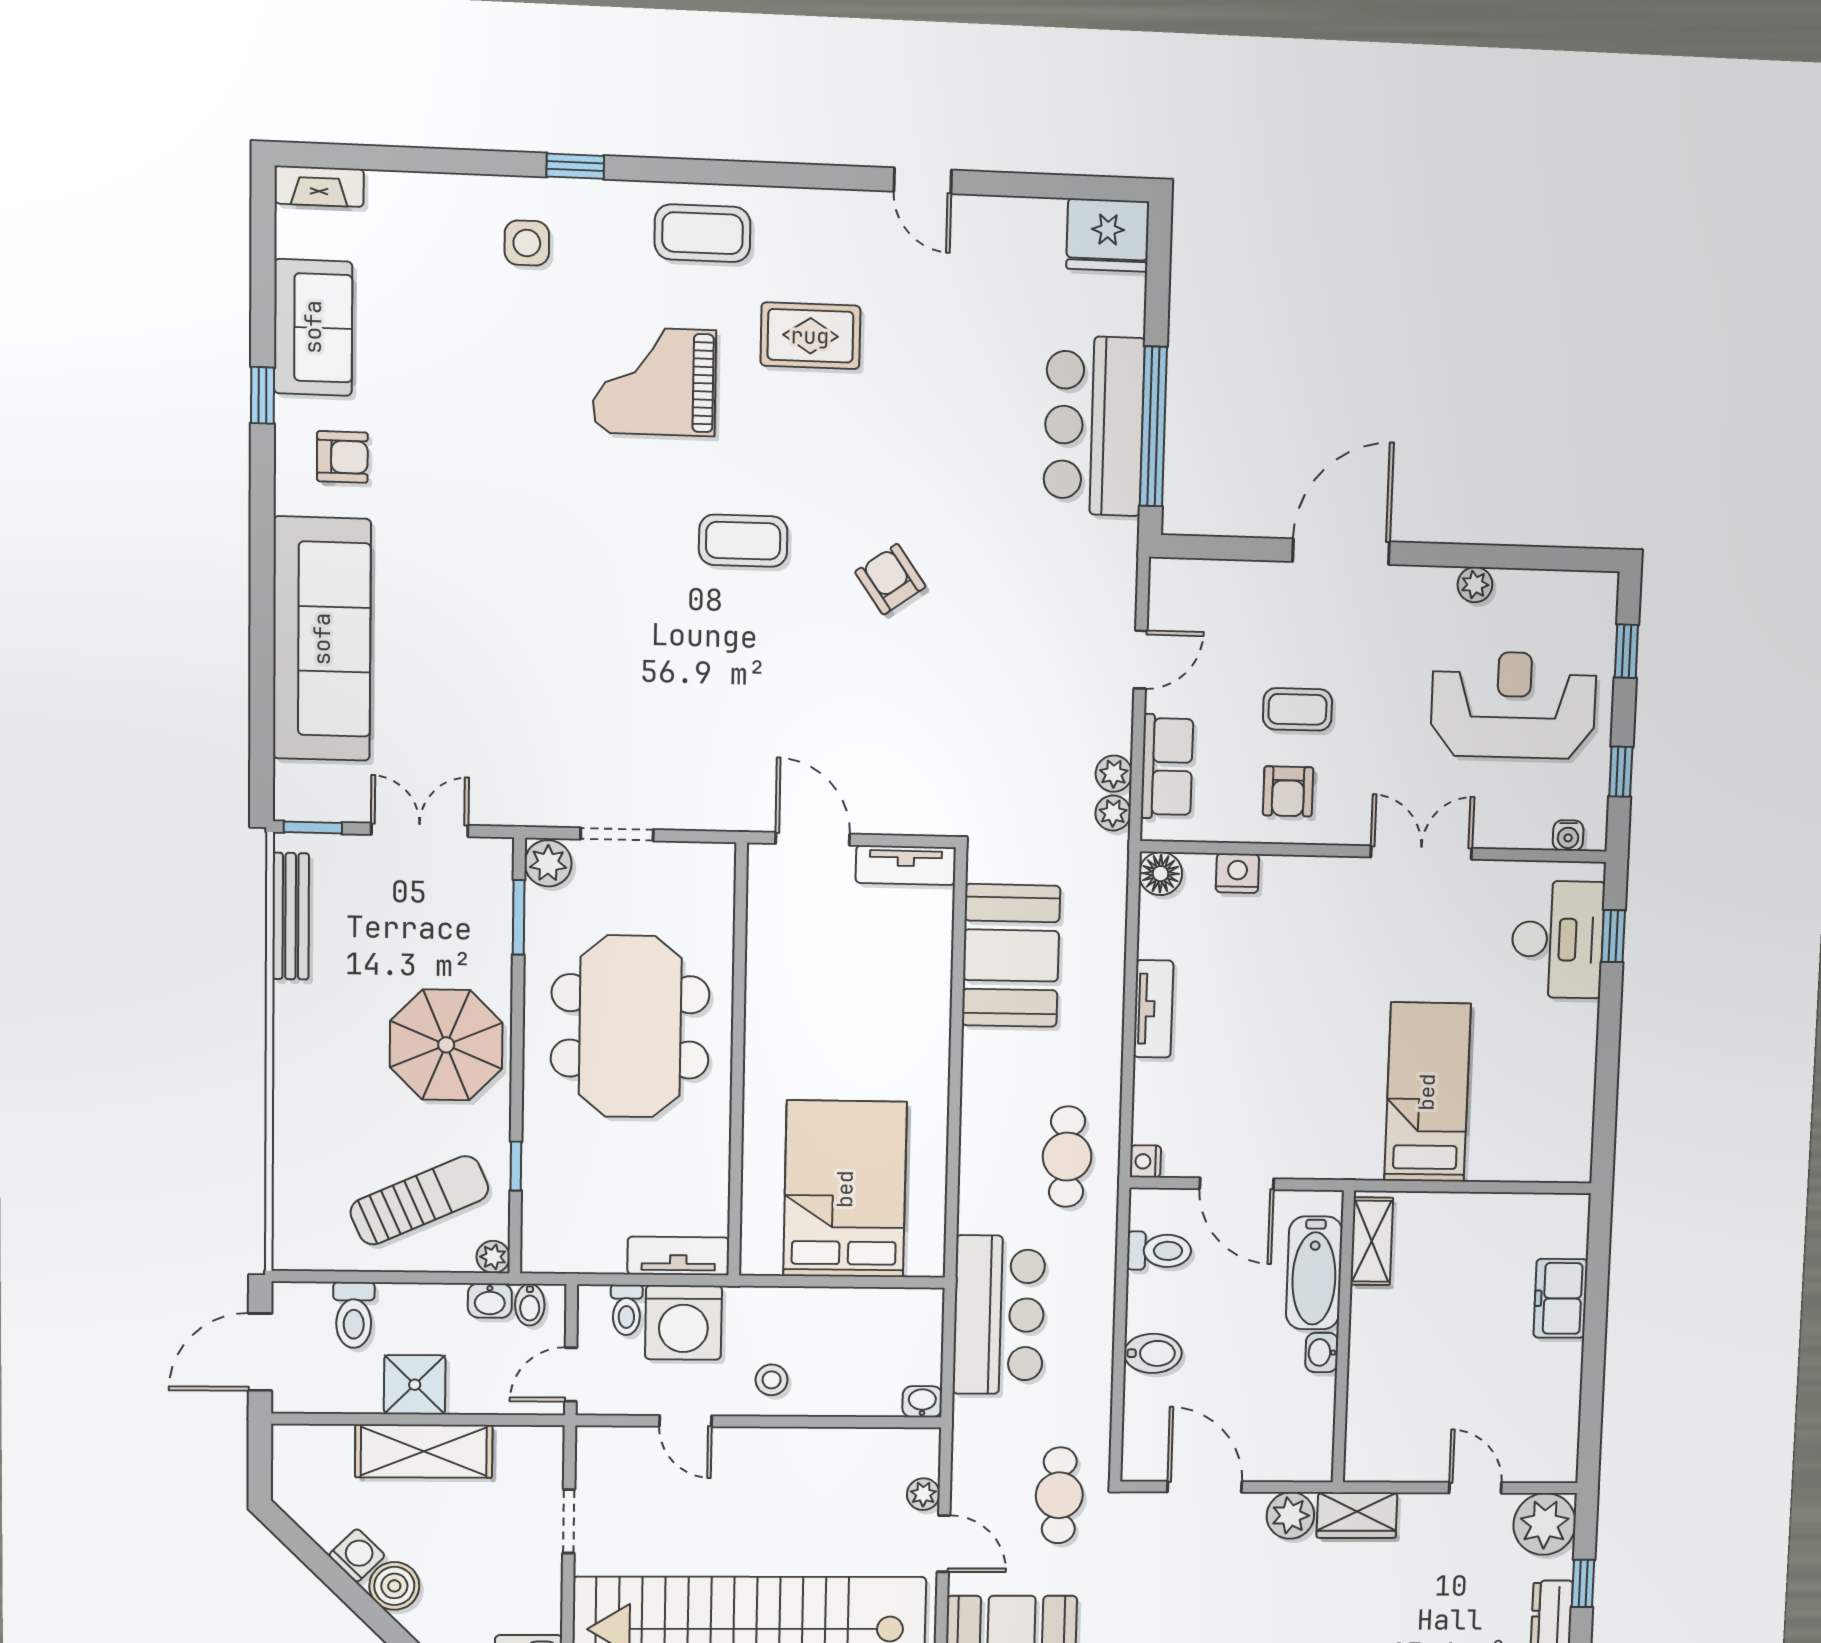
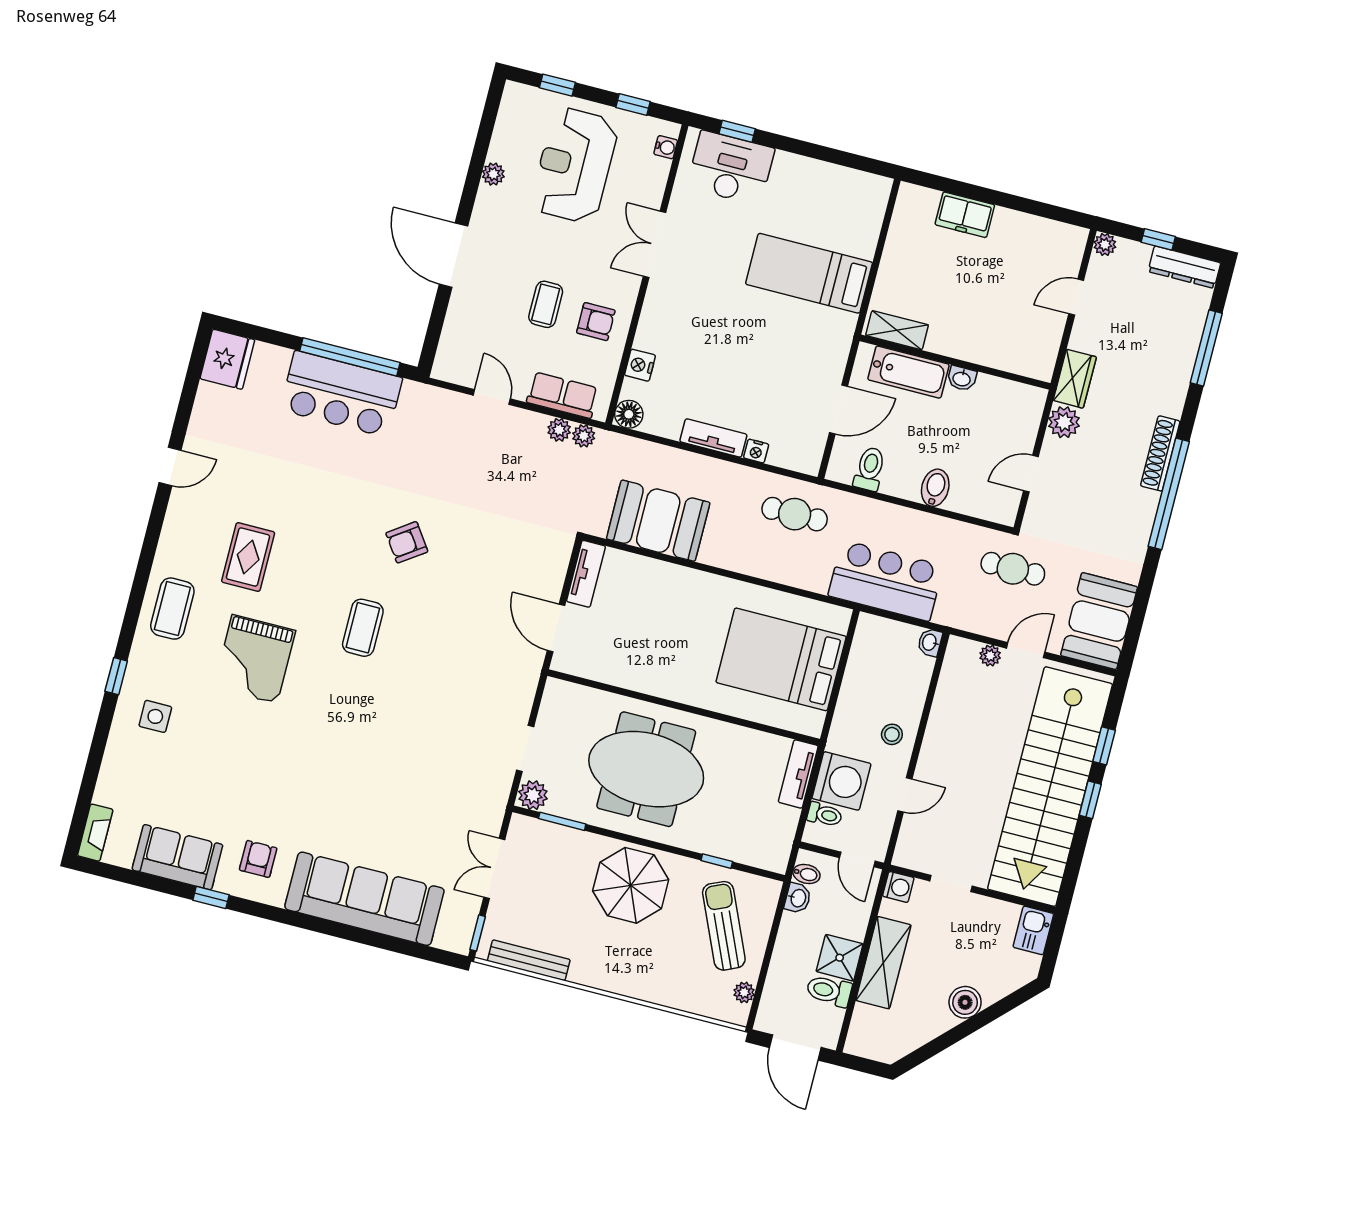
door: (813, 839) -> (556, 628), hinge flipped
nightstand: (1145, 1161) -> (756, 451), moved
plant: (493, 1257) -> (744, 992), moved
toilet: (354, 1315) -> (829, 991), moved, turned 180
door: (1205, 1487) -> (1031, 474), width x0.73
plant: (1545, 1524) -> (1105, 245), width x0.53, depth x0.53
washing machine: (357, 1555) -> (898, 887), moved, turned 135

